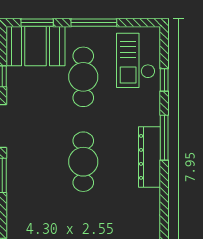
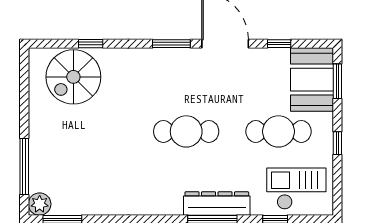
window: (94, 23) -> (337, 143), width x0.46
dresser: (149, 157) -> (217, 204), moved

